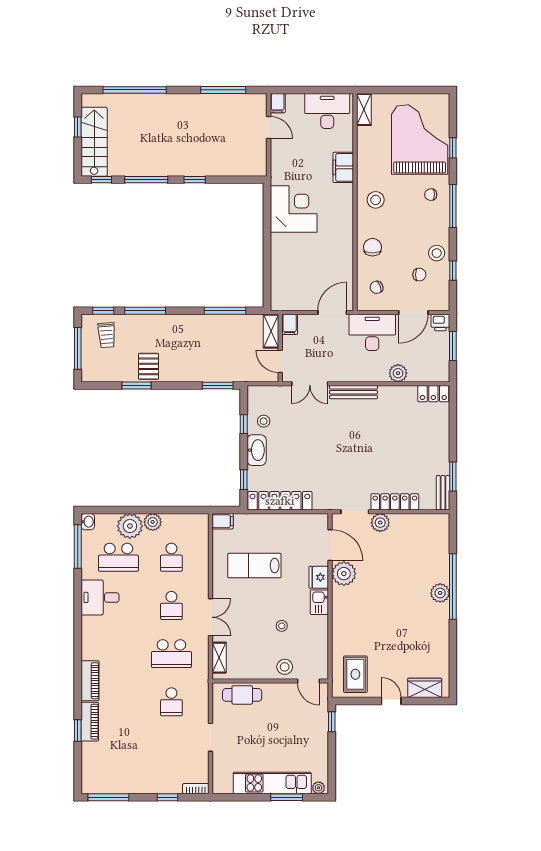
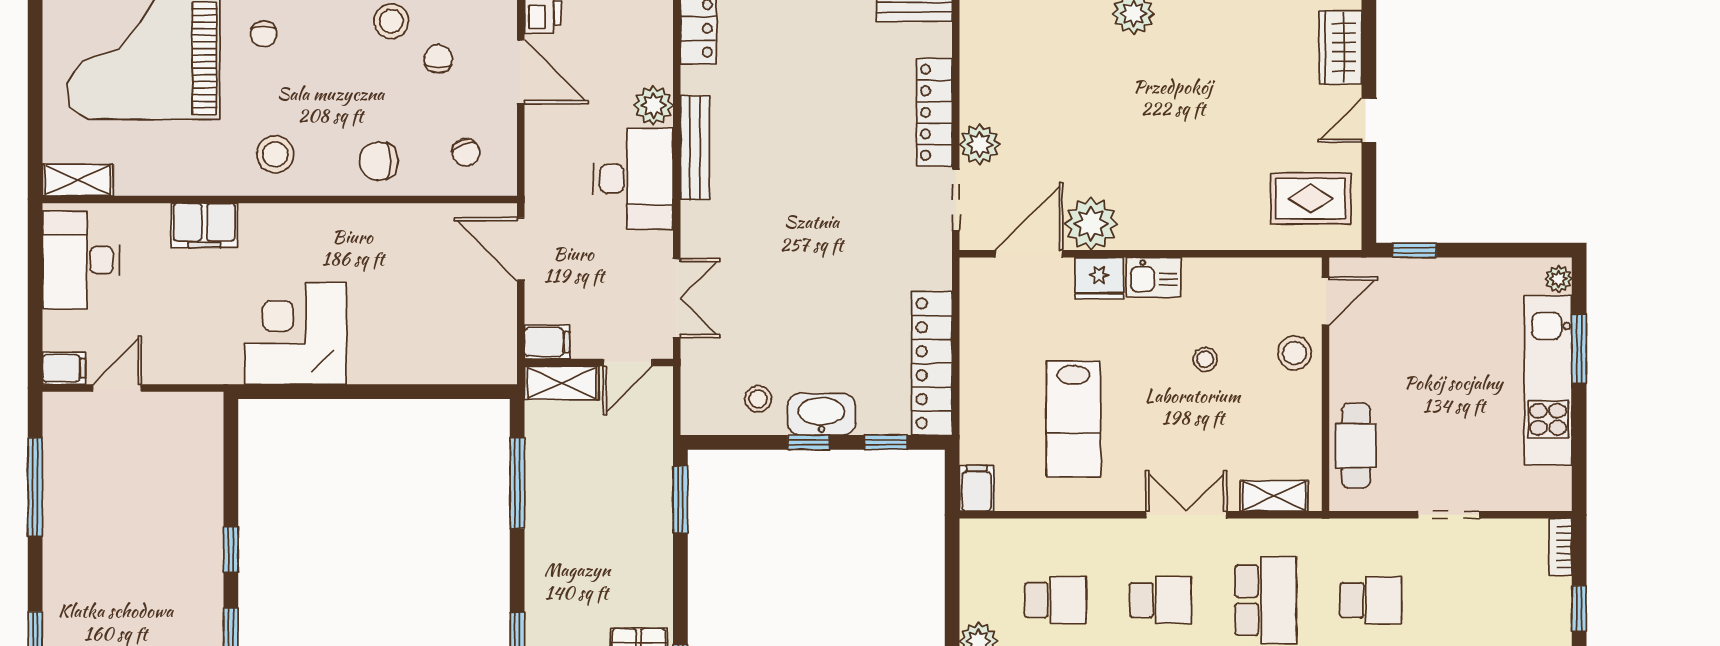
desk: (372, 332) -> (633, 179), moved, turned 180
bench: (354, 392) -> (695, 148), moved
window: (244, 424) -> (809, 442), moved

